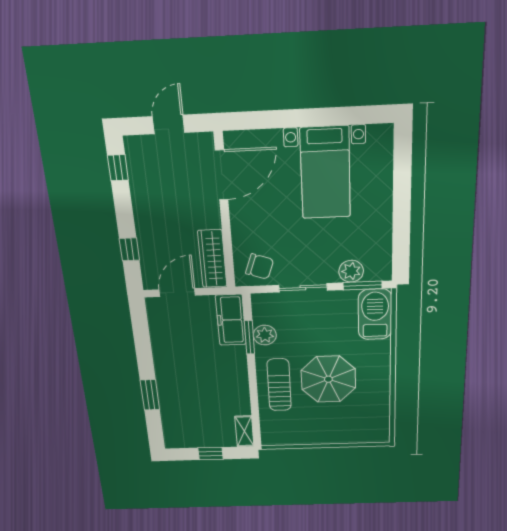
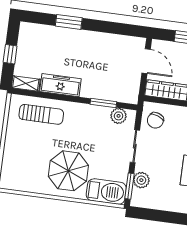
freezer: (231, 320) -> (60, 85), moved
plant: (265, 335) -> (119, 116), moved
parasol: (328, 379) -> (68, 171), moved
sun lounger: (279, 385) -> (41, 114), moved

